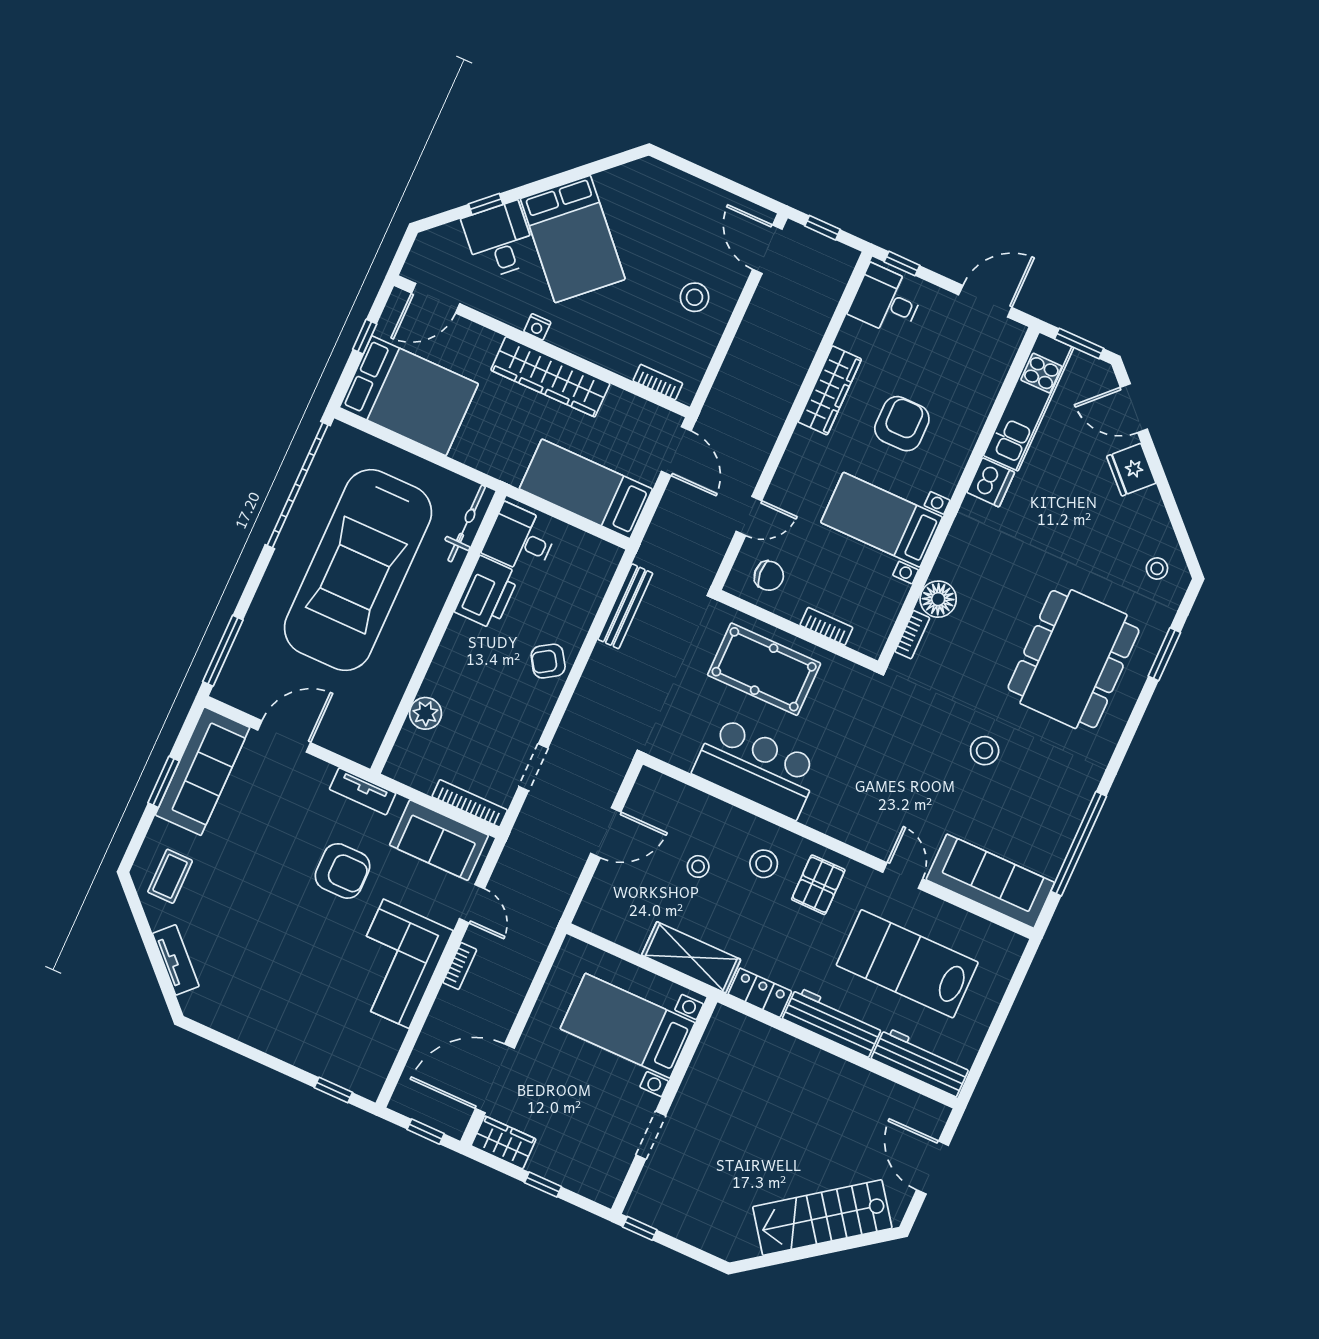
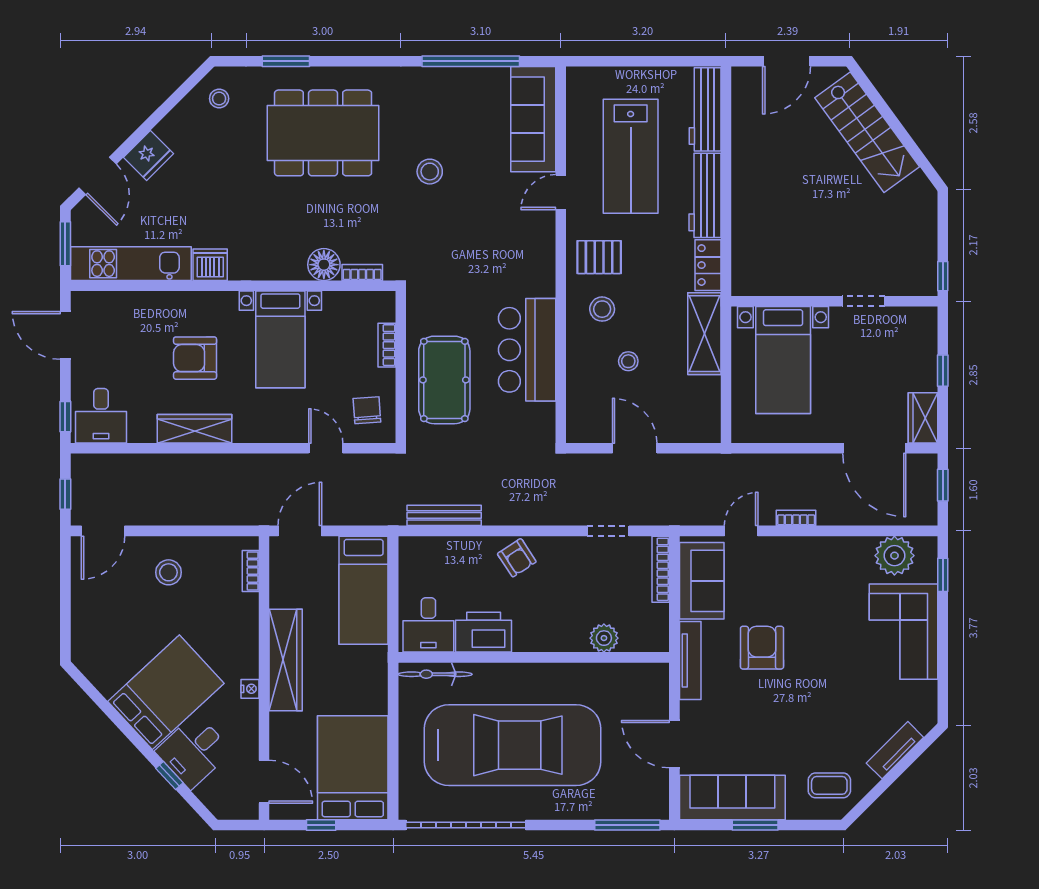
tv unit: (363, 791) -> (690, 660), width x1.41
corner sofa: (396, 964) -> (903, 632), moved, turned 90
plant: (376, 1049) -> (894, 556), added

